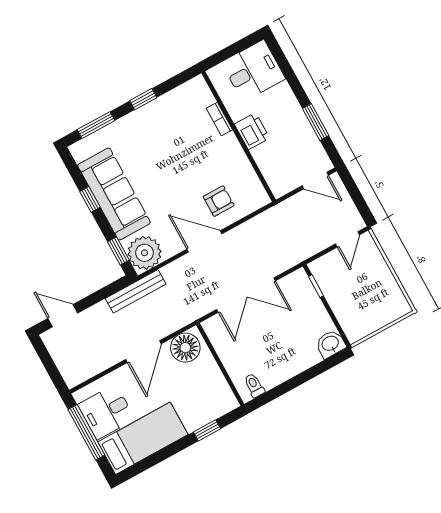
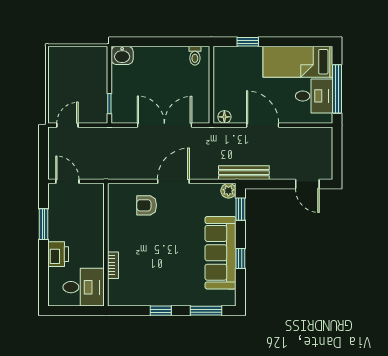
desk: (253, 71) -> (84, 287), moved, turned 180
printer: (252, 131) -> (58, 254), moved, turned 180
door: (204, 241) -> (173, 181), swing flipped
plant: (145, 253) -> (228, 191), width x0.53, depth x0.53
floor lamp: (185, 348) -> (224, 117), width x0.53, depth x0.53
door: (143, 352) -> (263, 125), hinge flipped

